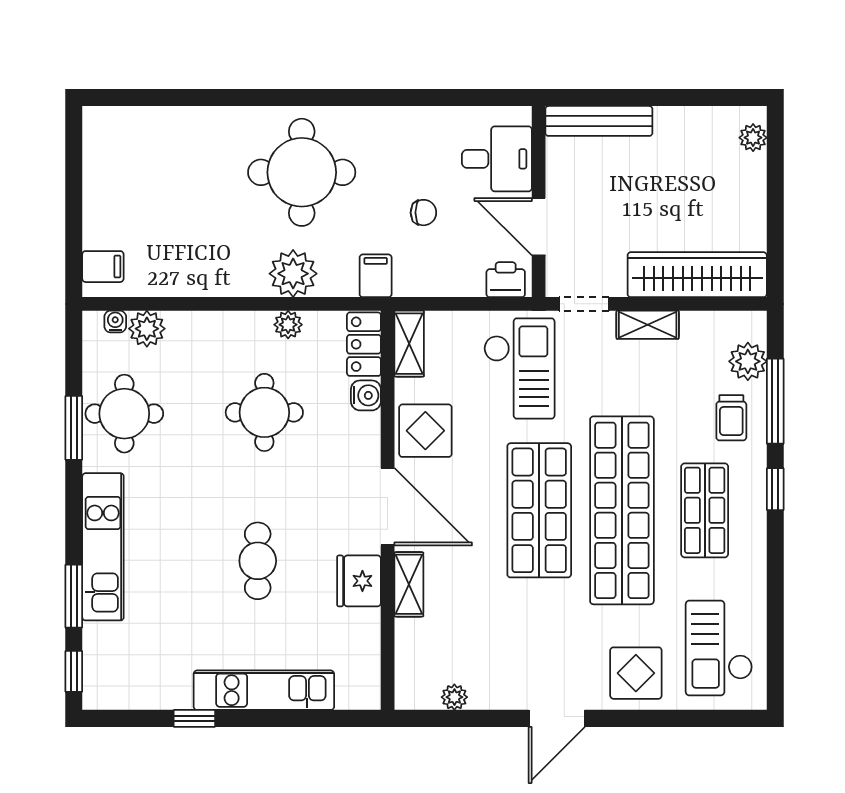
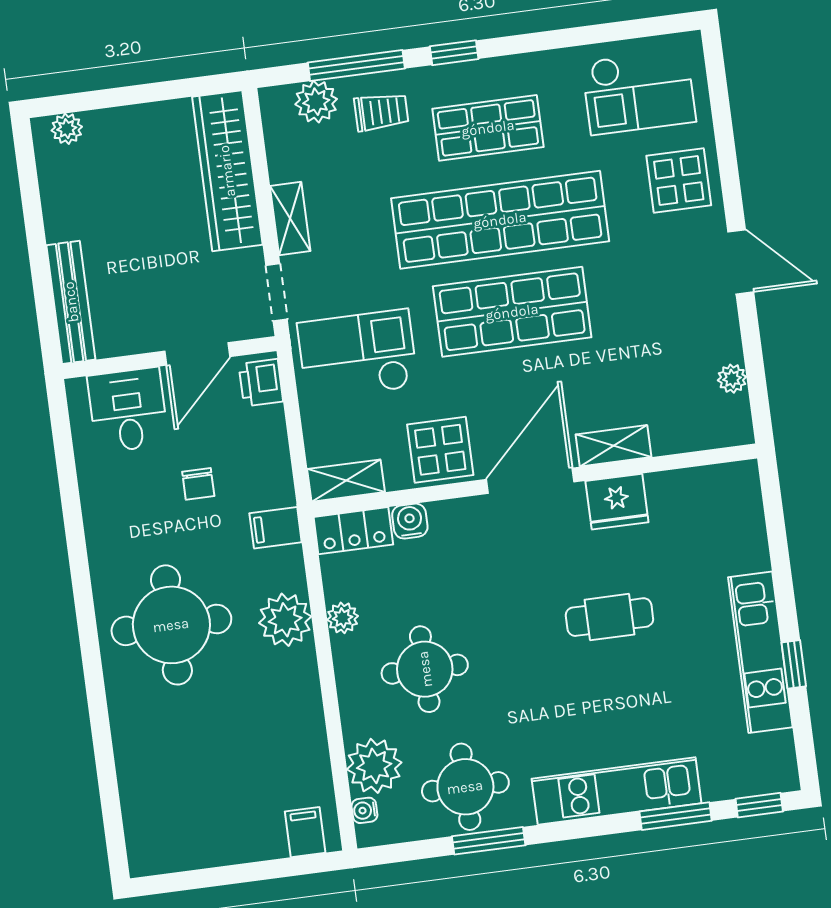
chair: (423, 213) -> (198, 484), turned 180
plant: (147, 329) -> (374, 766), width x1.36, depth x1.36
round table: (264, 412) -> (425, 669), moved
kitchen unit: (264, 690) -> (760, 652), moved

